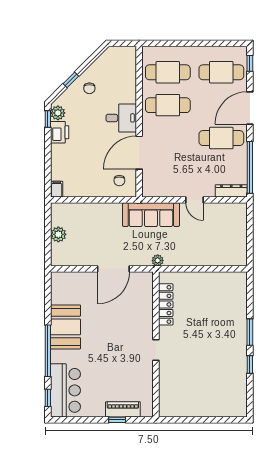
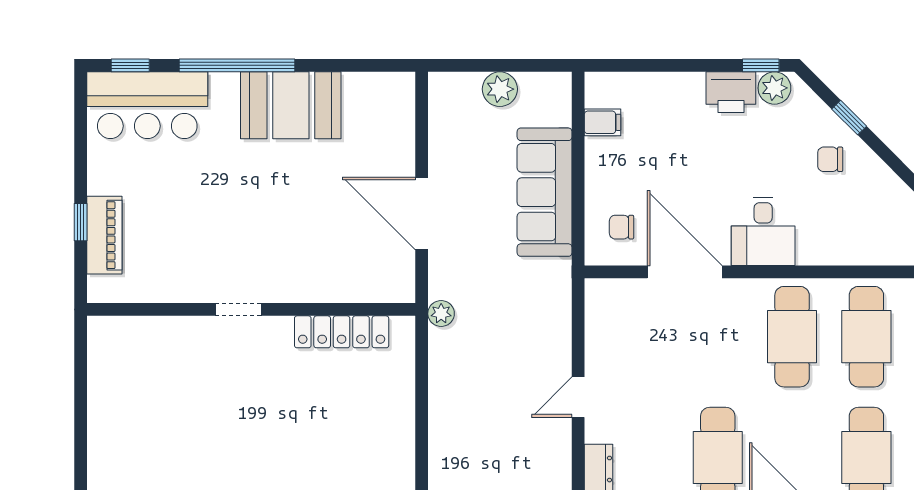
filing cabinet: (57, 189) -> (602, 122), moved
sofa: (151, 215) -> (545, 192), moved

